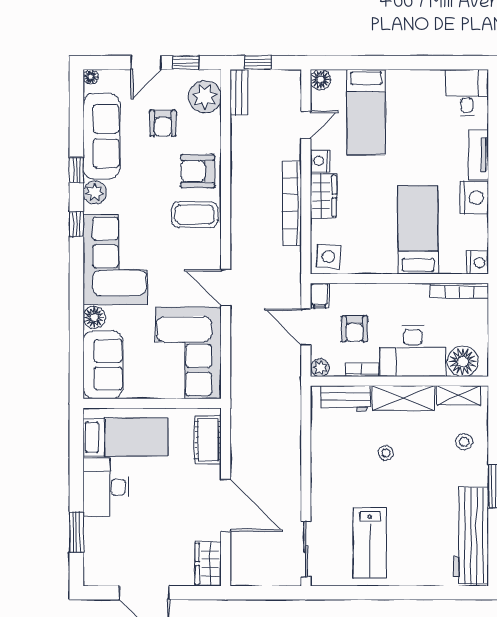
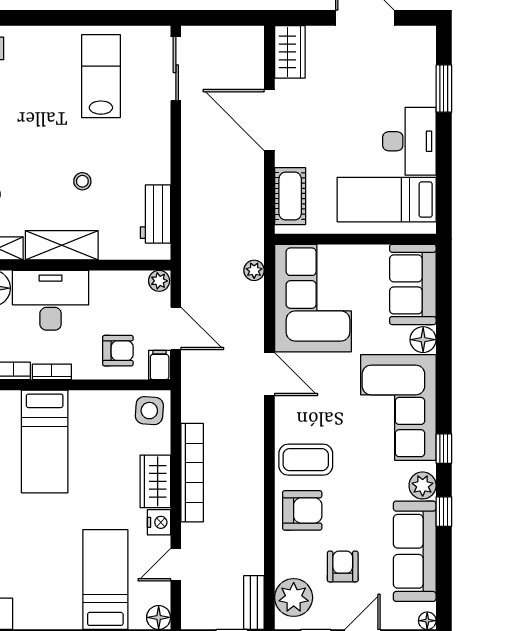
armchair: (354, 329) -> (118, 351), moved, turned 90
bookcase: (362, 370) -> (52, 372), moved, turned 180
plant: (239, 377) -> (254, 270), added
workbench: (346, 398) -> (156, 214), moved, turned -90

